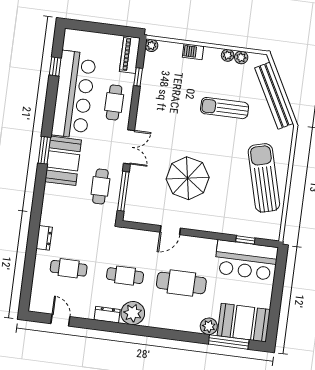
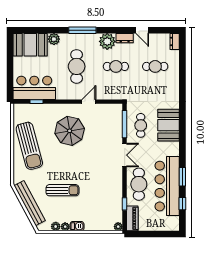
barbecue: (193, 52) -> (77, 226), moved
cafe table: (114, 103) -> (139, 184), width x1.37, depth x1.35
double door: (129, 147) -> (125, 155), swing flipped
window: (44, 150) -> (182, 177), moved
booth: (63, 161) -> (169, 125), moved
parasol: (188, 178) -> (70, 131), moved
dresser: (44, 238) -> (175, 41), moved
cafe table: (181, 283) -> (77, 66), turned 90
door: (60, 320) -> (142, 30), moved
window: (229, 342) -> (82, 30), moved

